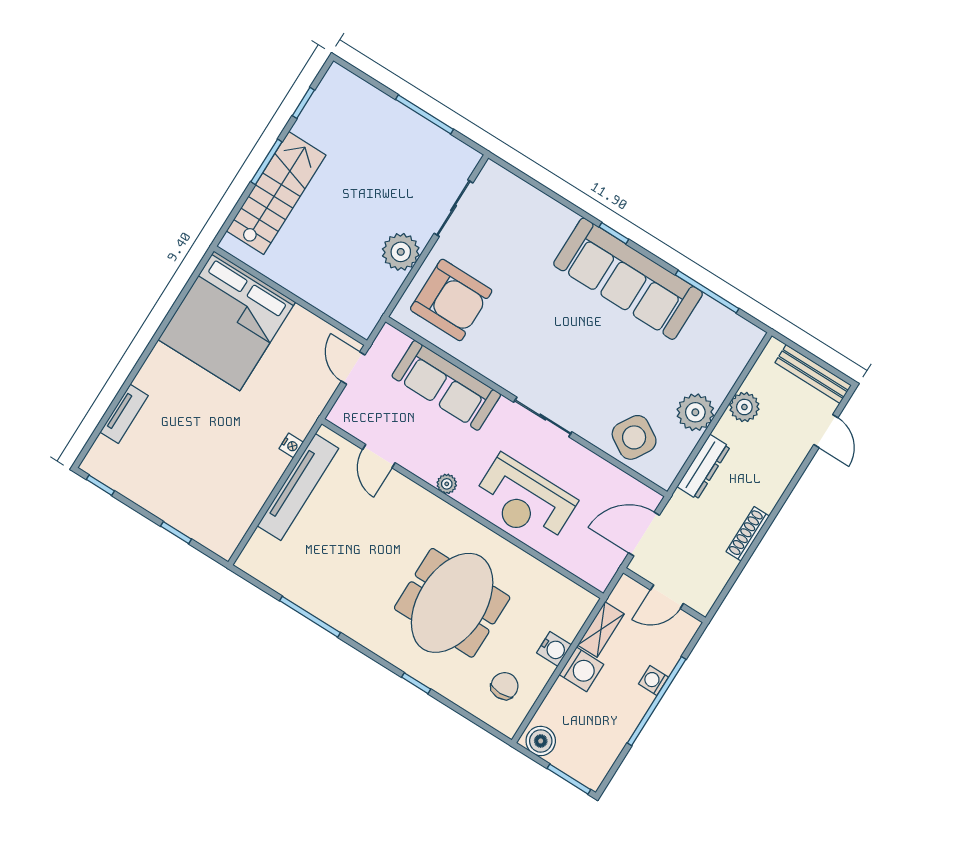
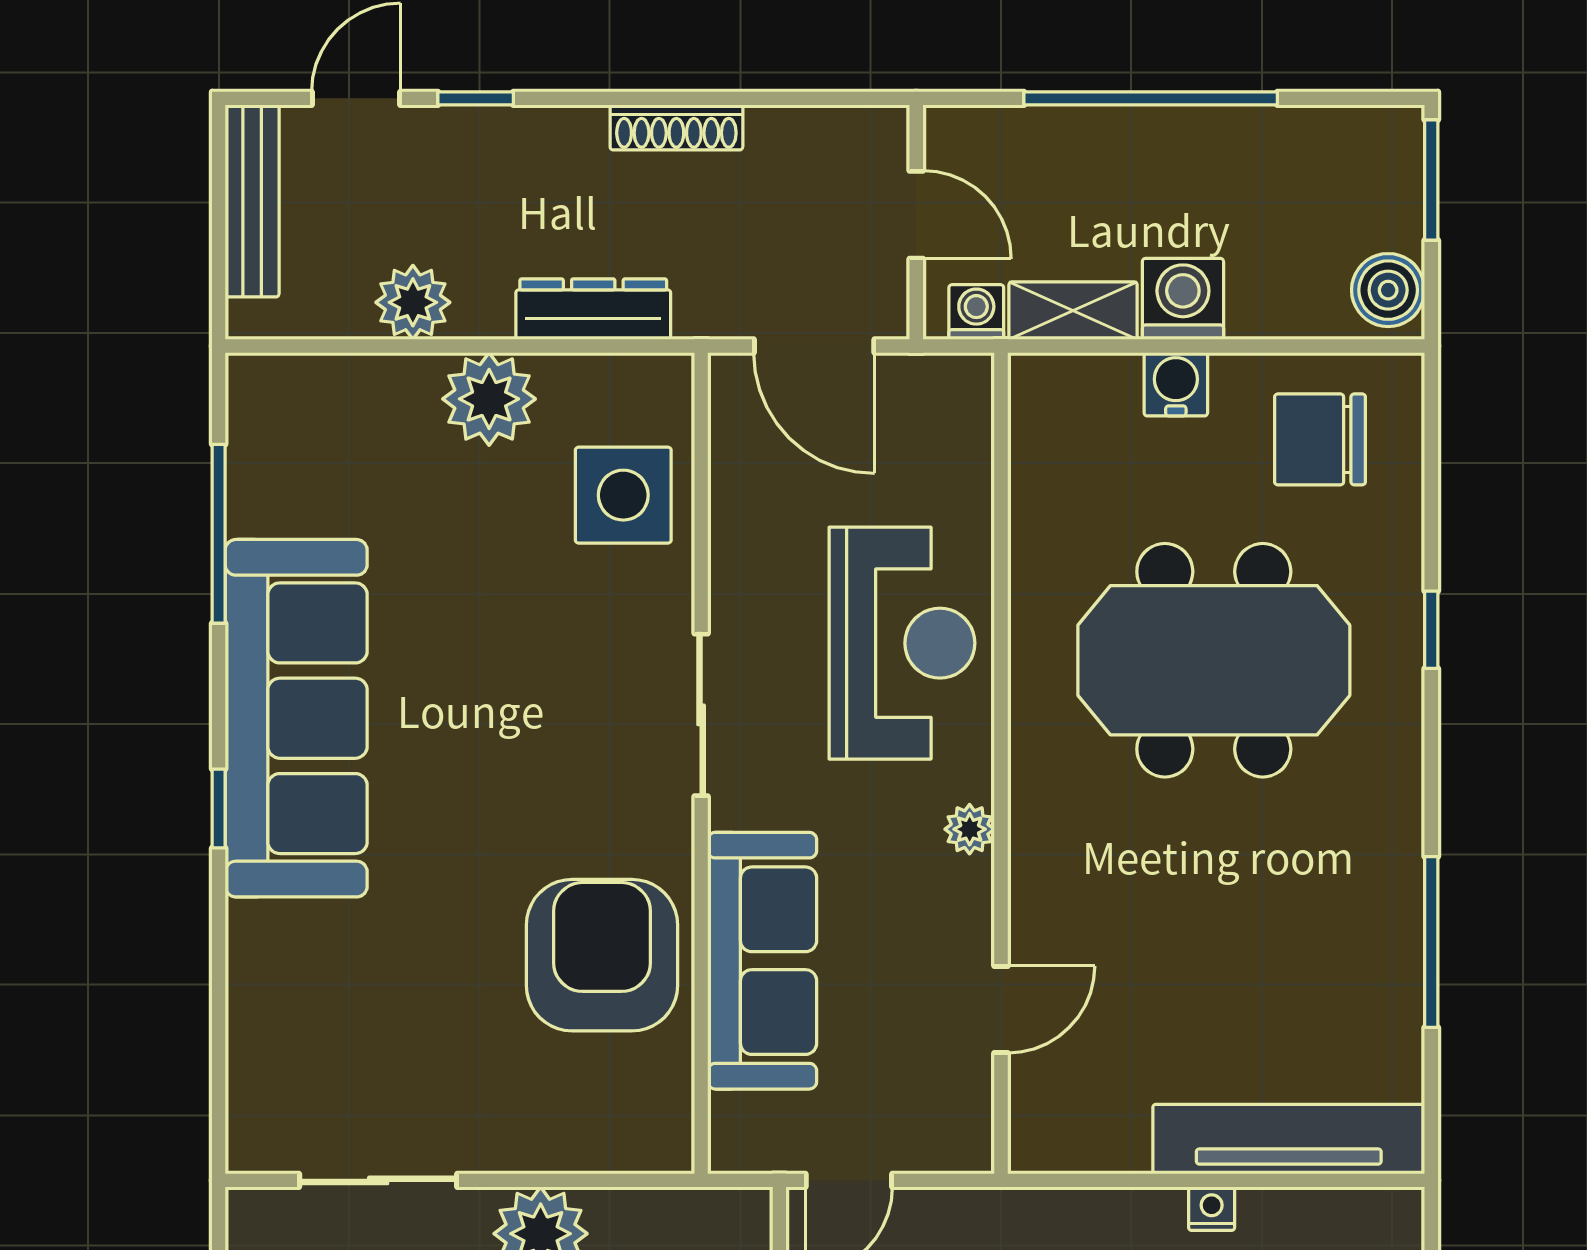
armchair: (451, 300) -> (602, 955), moved
side table: (634, 437) -> (623, 495), turned -31
nightstand: (291, 445) -> (1212, 1209), moved
window: (800, 472) -> (476, 98), added
tv unit: (298, 487) -> (1289, 1139), moved
washing machine: (653, 680) -> (976, 312), moved, turned 180
chair: (504, 686) -> (1320, 439), width x1.37, depth x1.37

